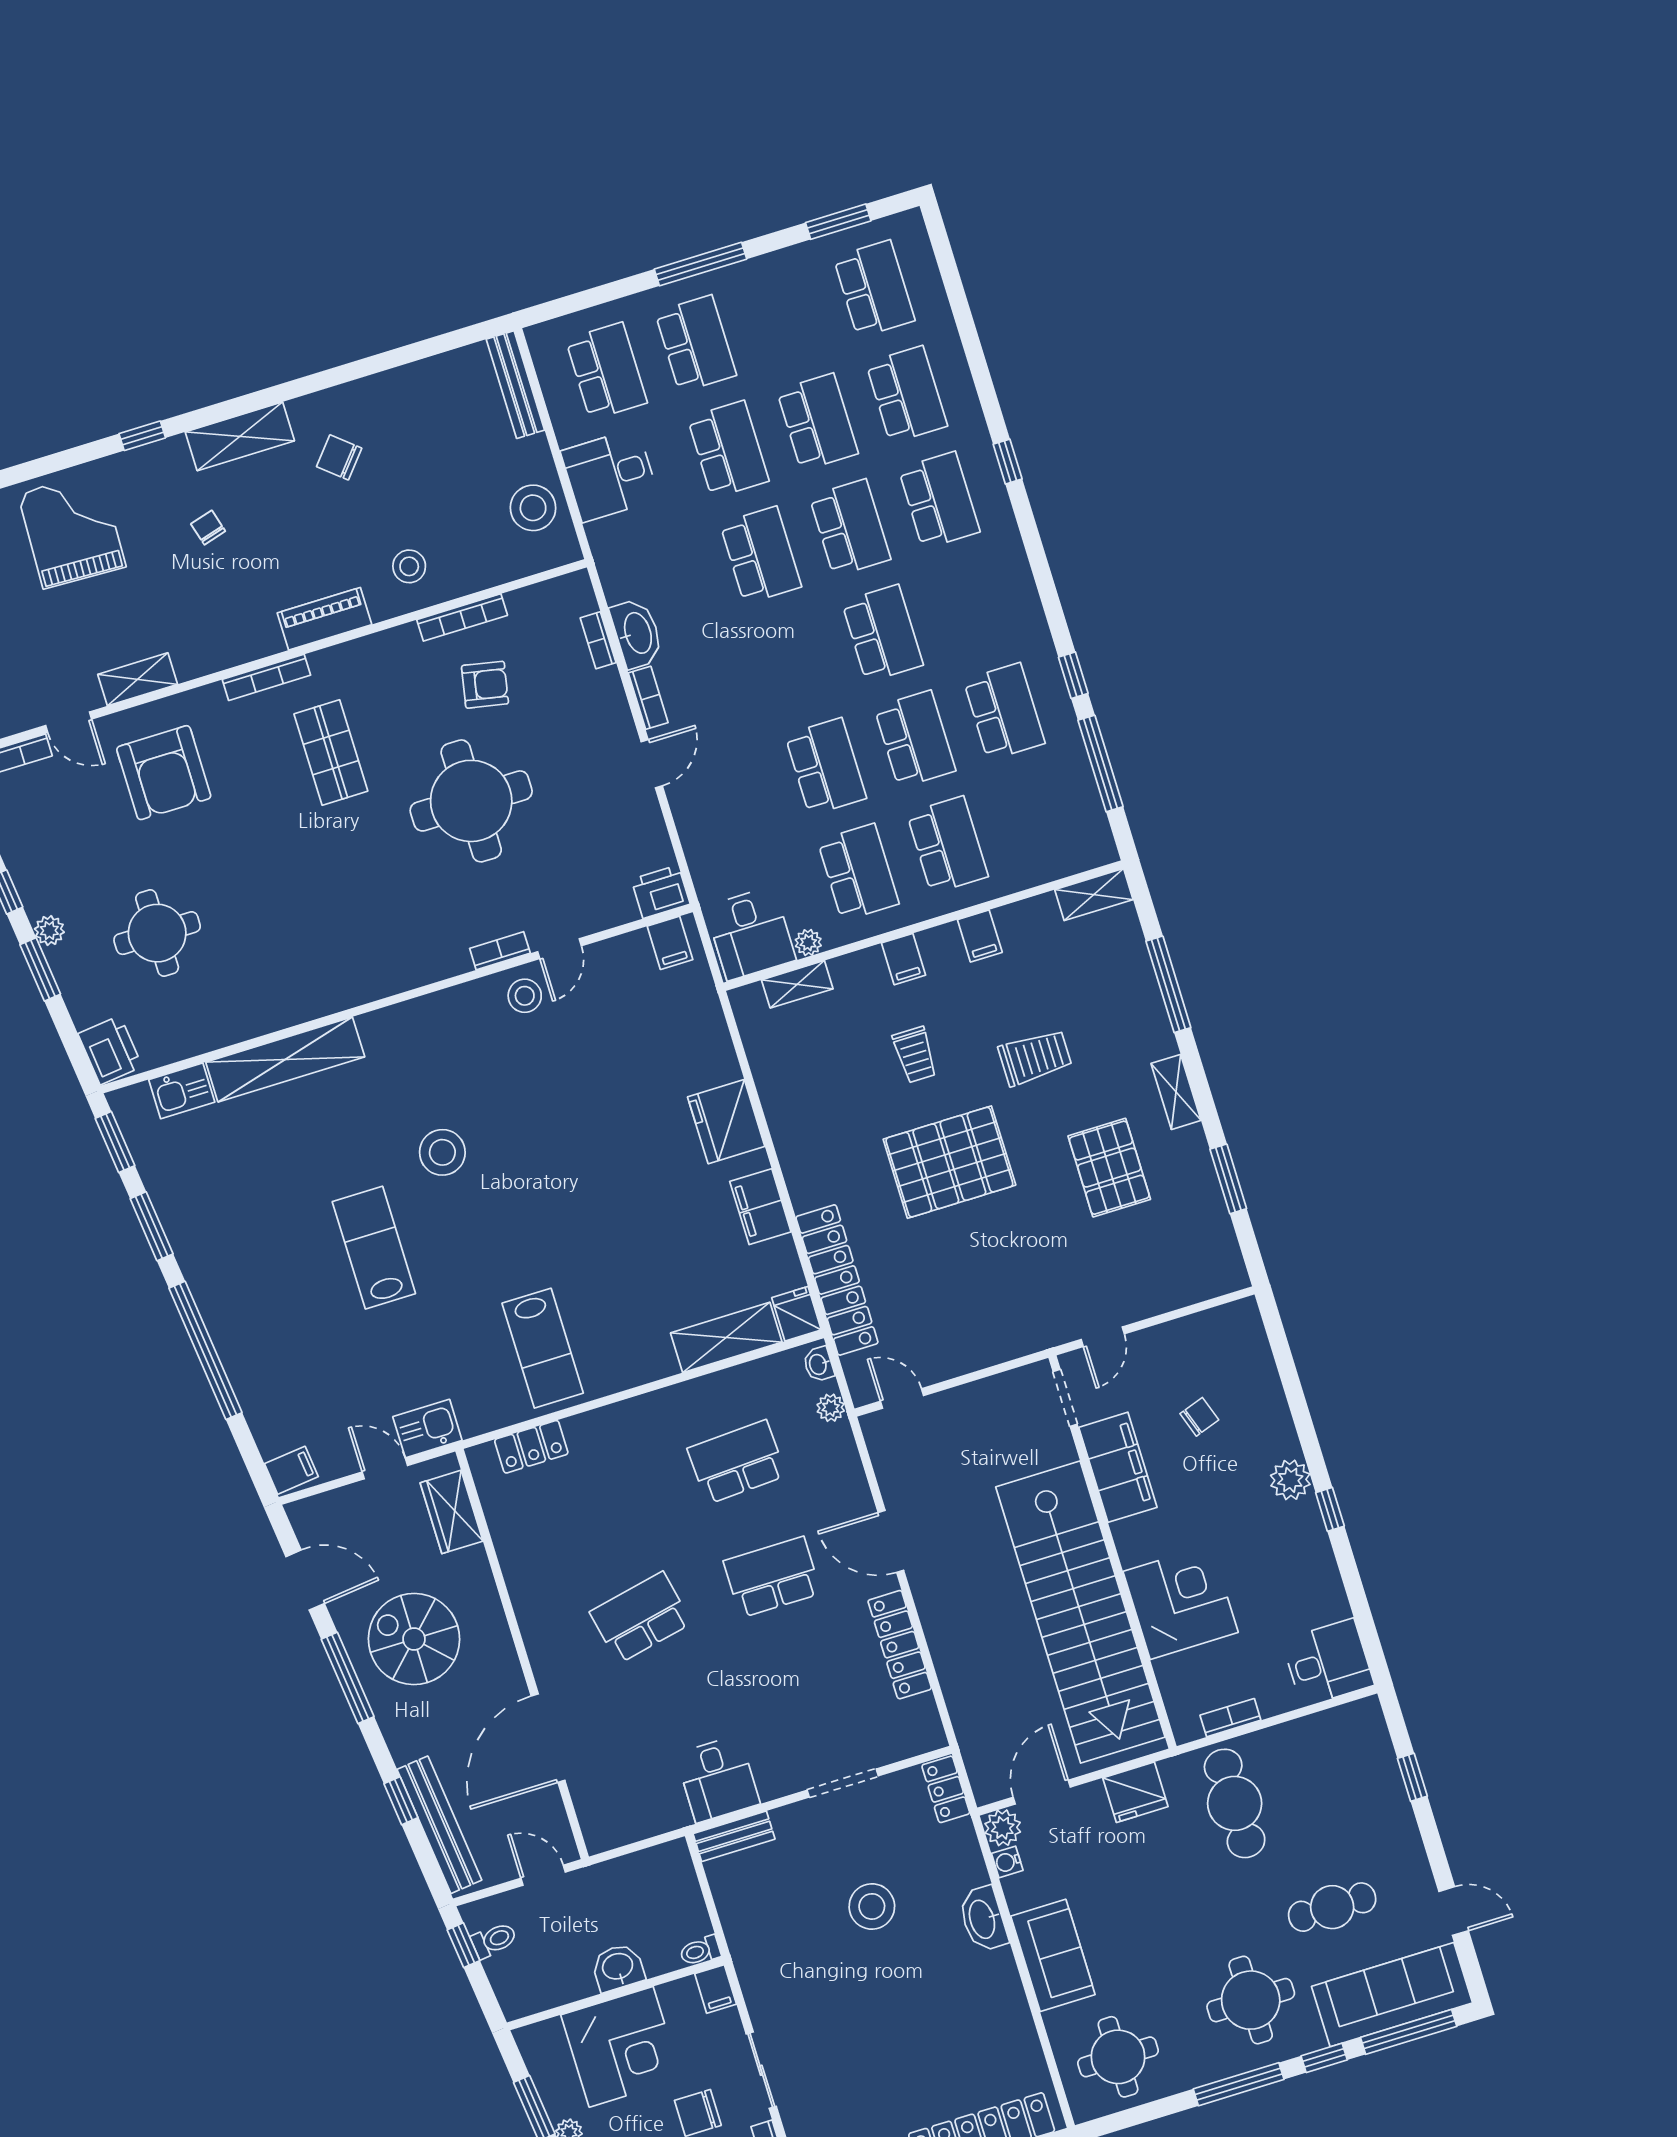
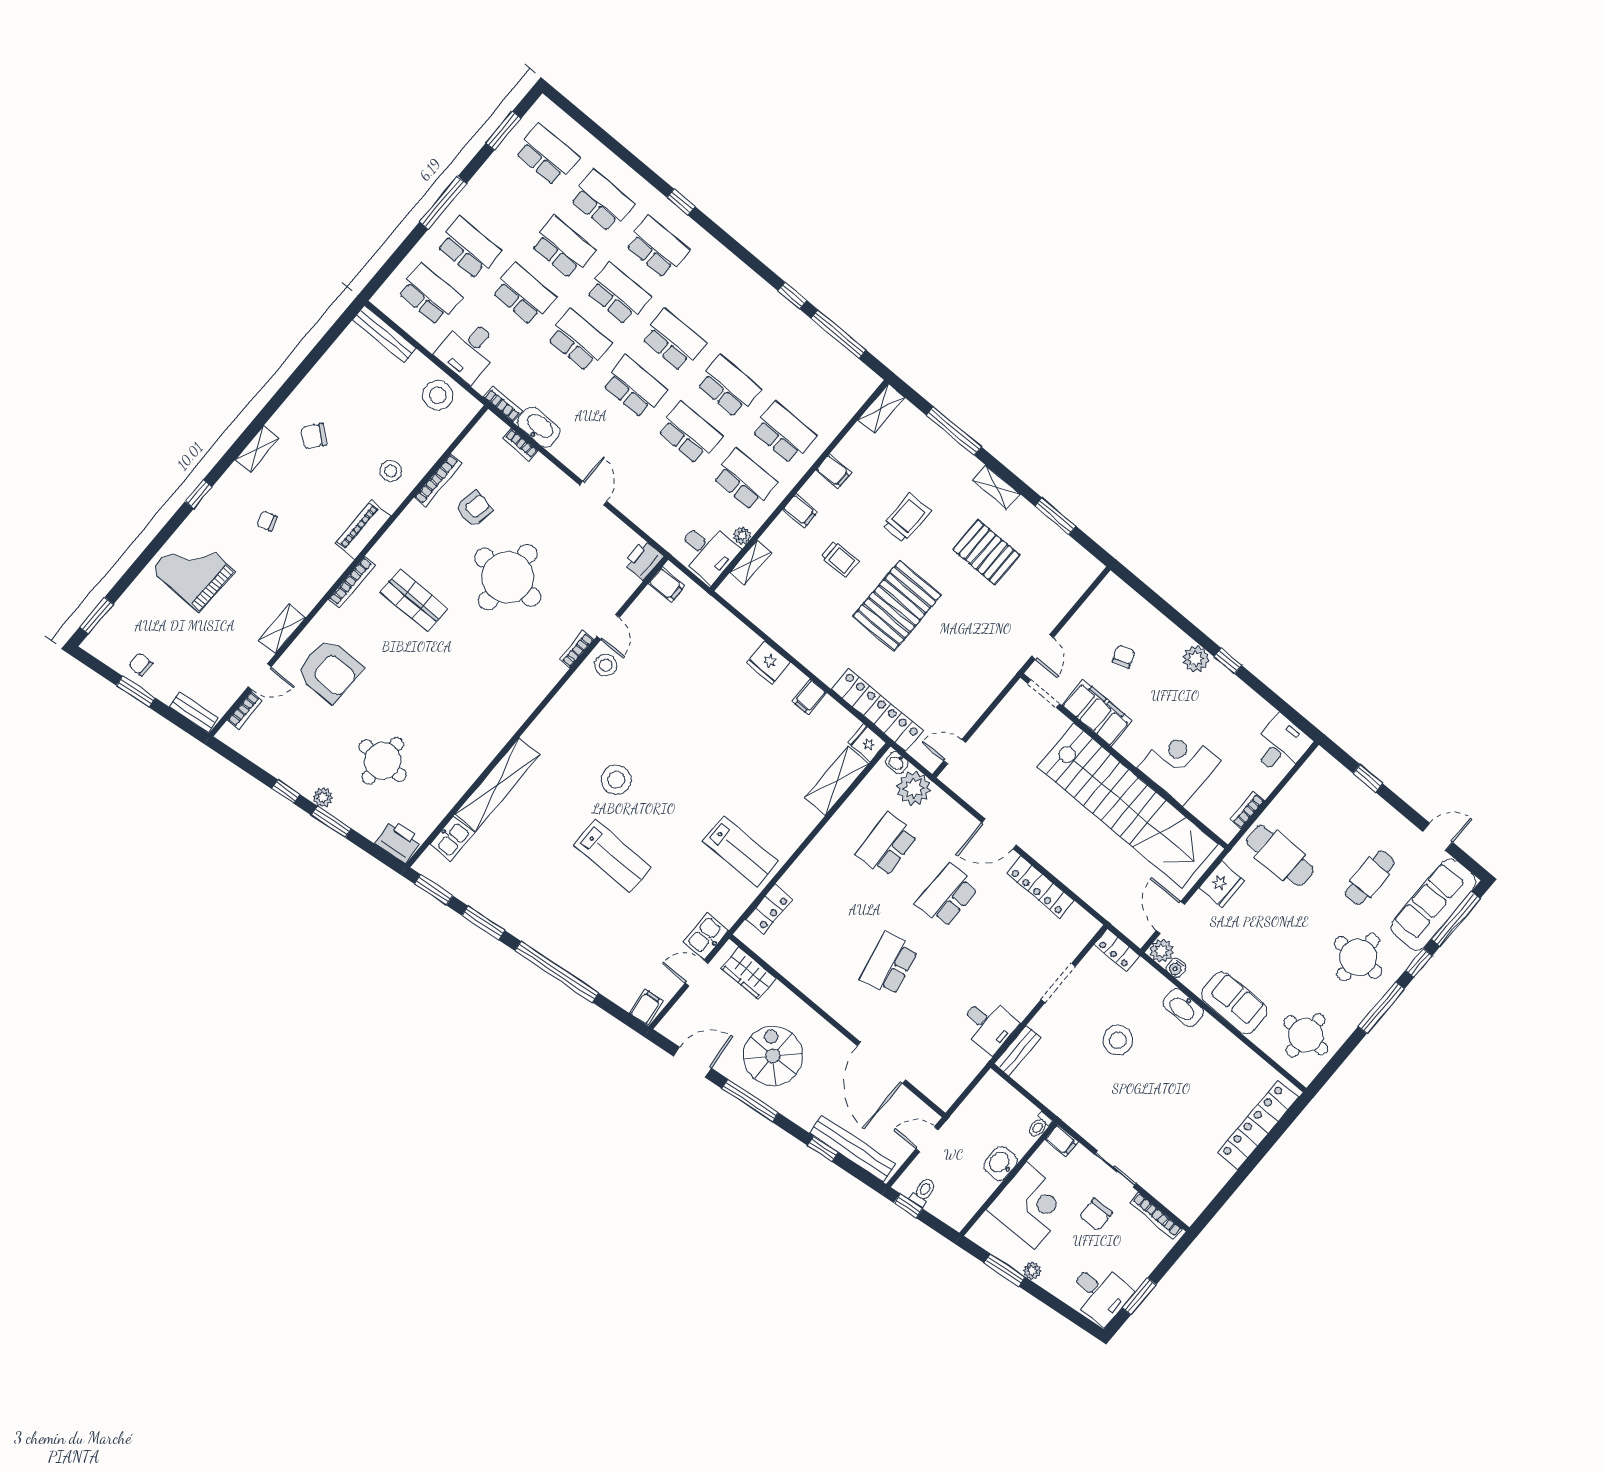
shelving: (240, 436) -> (257, 449), width x0.67, depth x0.75
bookcase: (648, 698) -> (503, 404), moved
school desk: (1004, 712) -> (634, 387), moved
fridge: (726, 1122) -> (768, 663), width x0.73, depth x0.75
filing cabinet: (760, 1207) -> (809, 697), width x0.50
lab bench: (374, 1248) -> (612, 856), turned 180
plant: (831, 1408) -> (914, 788), width x1.87, depth x1.87
spiral stairs: (414, 1639) -> (773, 1056), turned 90

